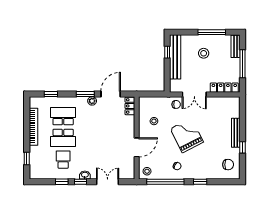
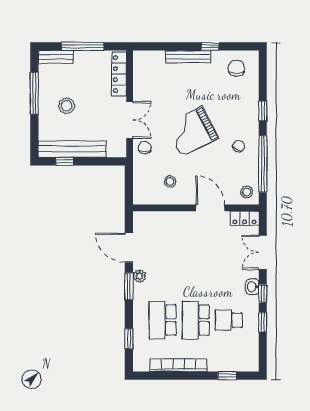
locker: (130, 106) -> (245, 218), moved
school desk: (63, 138) -> (196, 320), turned 180

